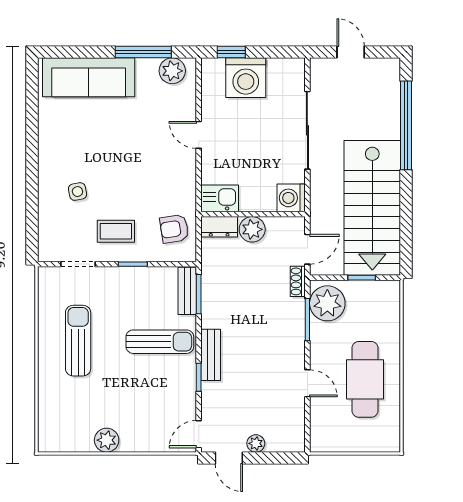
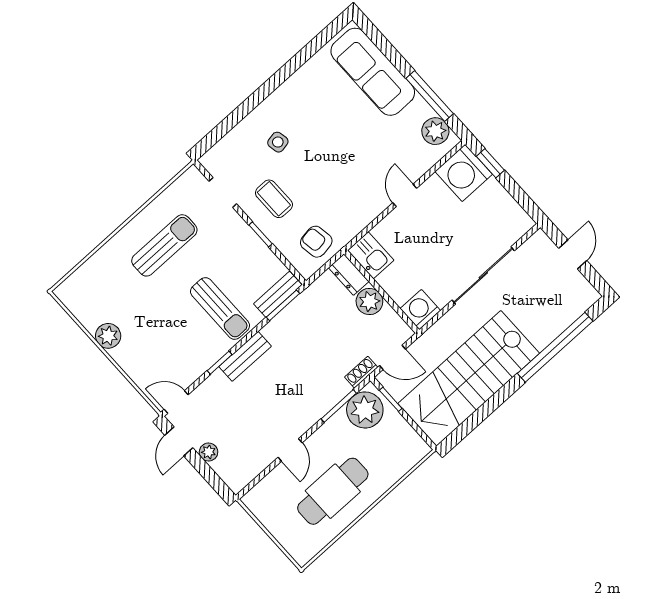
washing machine: (246, 78) -> (464, 173), moved
window: (362, 278) -> (391, 399), moved

